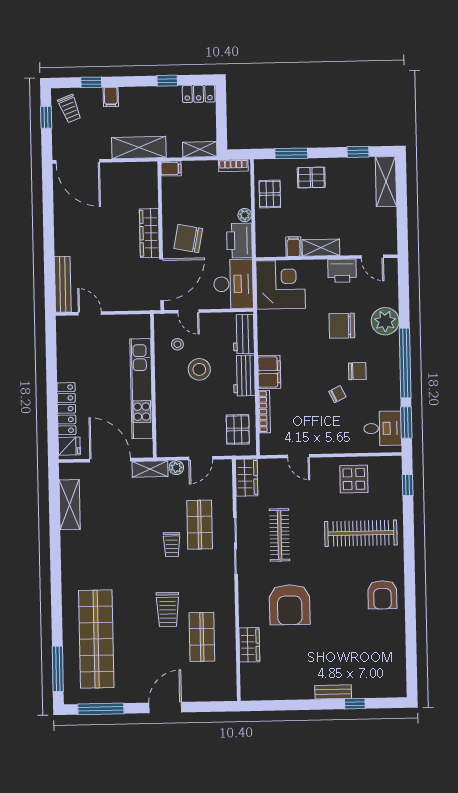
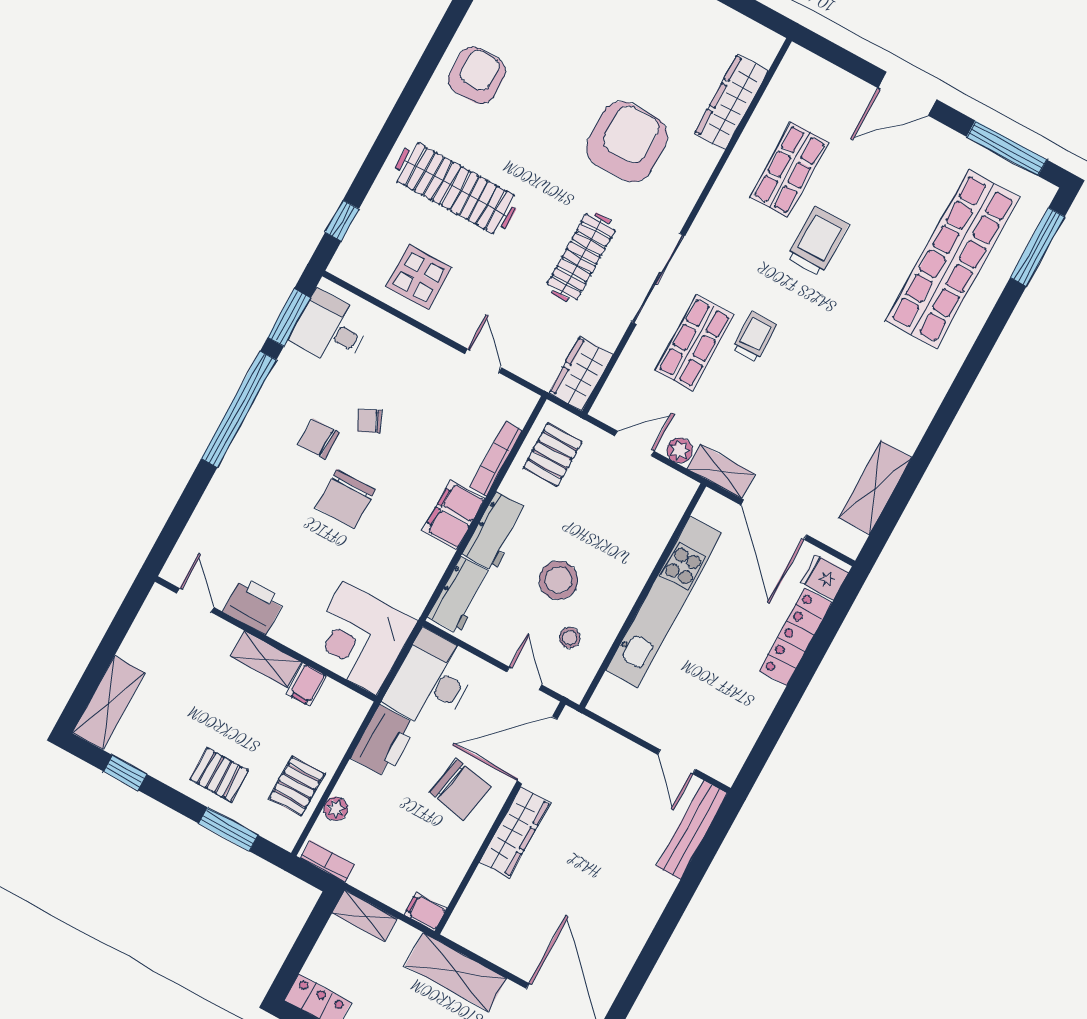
plant: (245, 215) -> (336, 809), moved
plant: (385, 321) -> (232, 491), removed
chair: (342, 326) -> (346, 499), moved, turned 90
wardrobe: (249, 645) -> (731, 102), width x1.50

